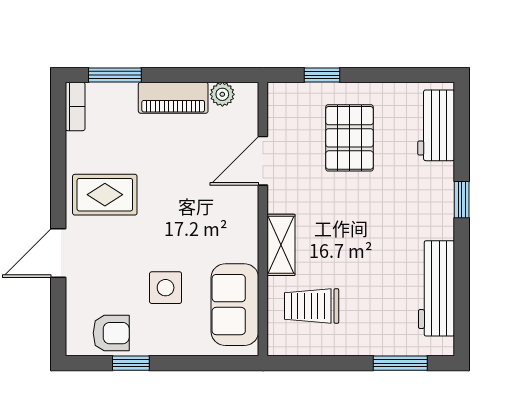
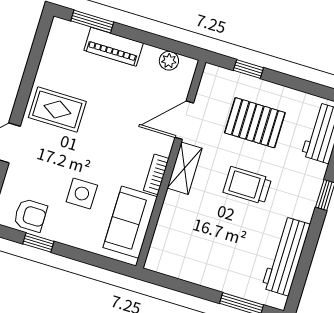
piano: (173, 98) -> (114, 47), moved
bookcase: (75, 107) -> (156, 174), moved, turned 180
pallet: (350, 138) -> (255, 123), turned 90
shelving: (281, 245) -> (185, 168), moved
trolley: (312, 306) -> (247, 185), moved

